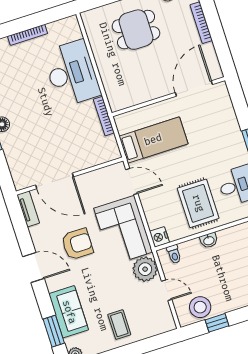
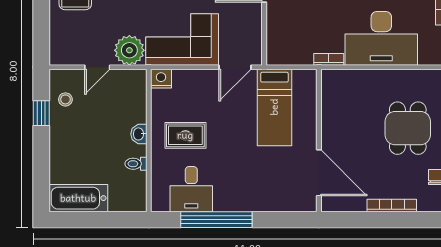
bookcase: (104, 116) -> (329, 59), width x0.64
rug: (198, 203) -> (185, 135), width x0.73, depth x0.70
toilet: (174, 254) -> (136, 164), moved
stool: (200, 307) -> (65, 99), width x0.53, depth x0.53

